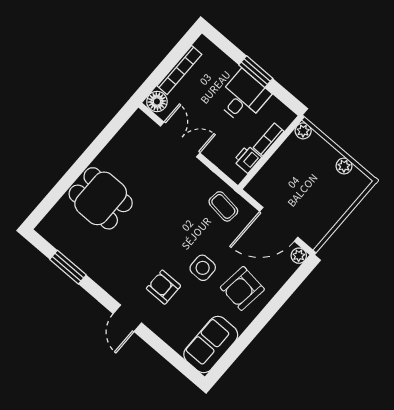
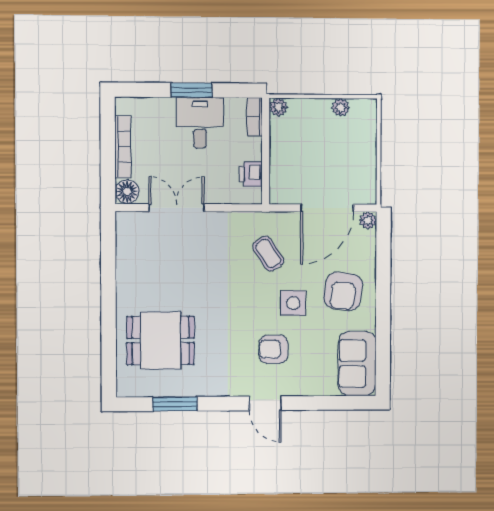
bookcase: (269, 140) -> (255, 117), moved
dining table: (101, 198) -> (160, 340), moved
coffee table: (223, 206) -> (268, 254), moved, turned 50

